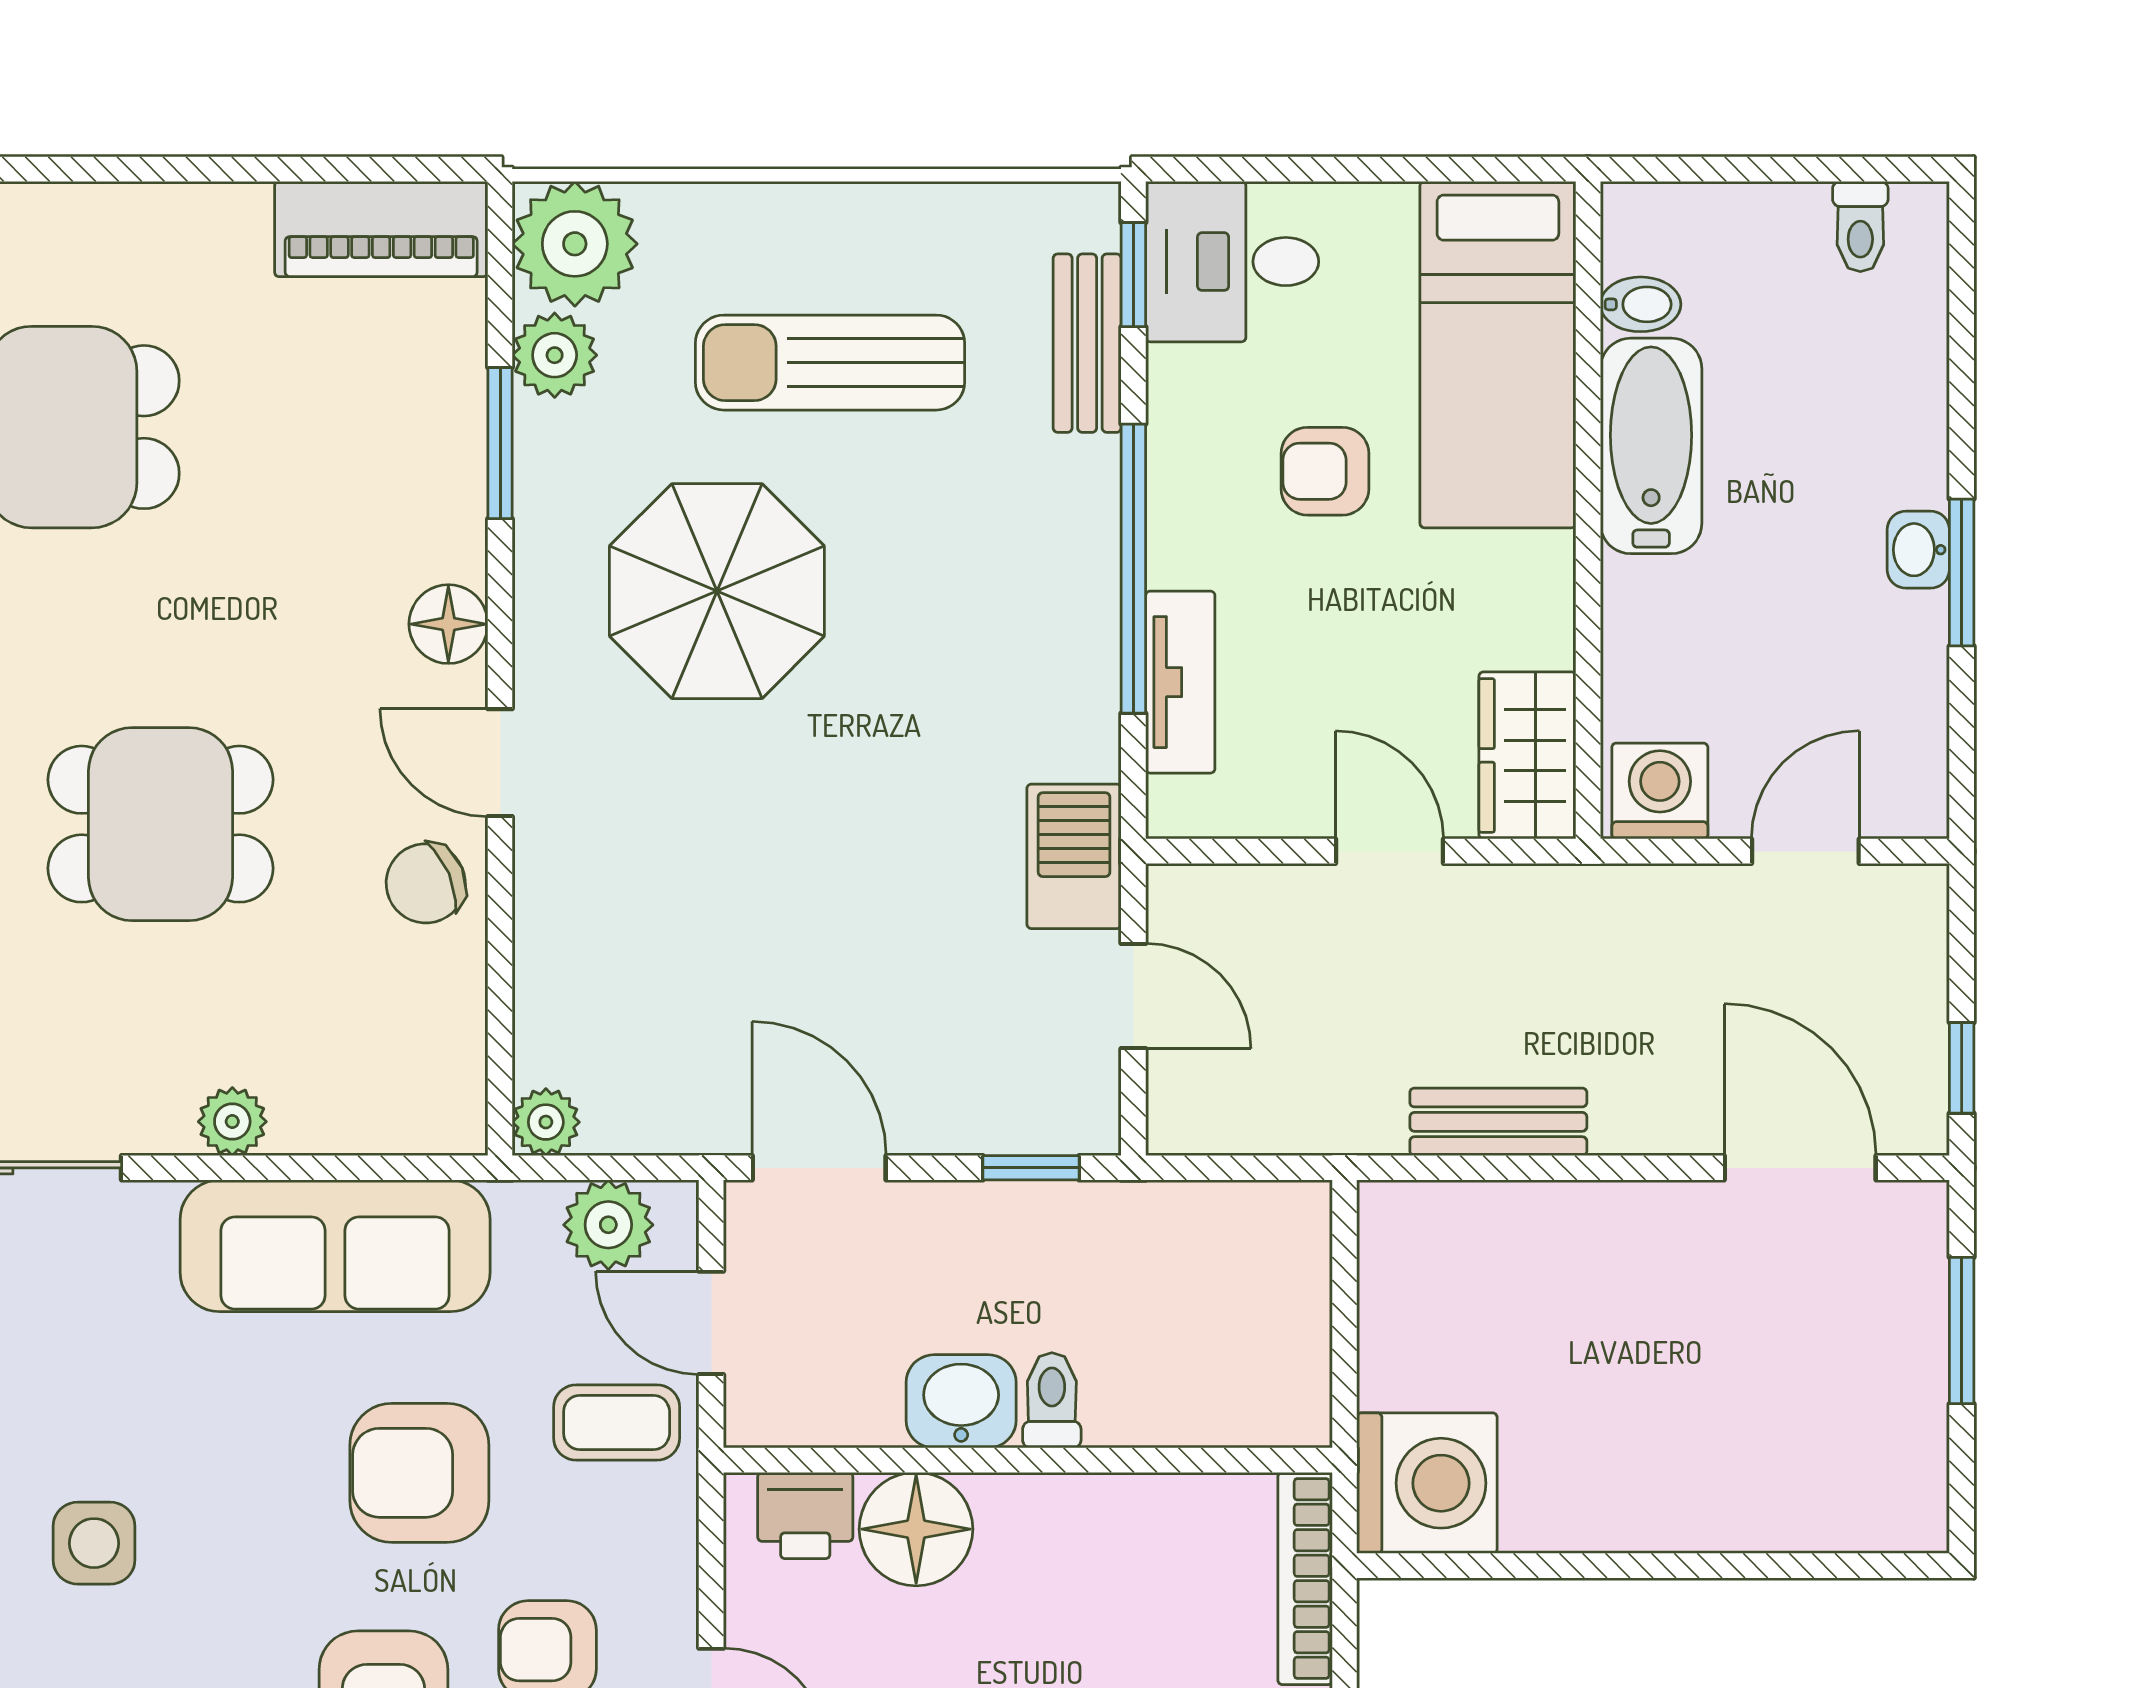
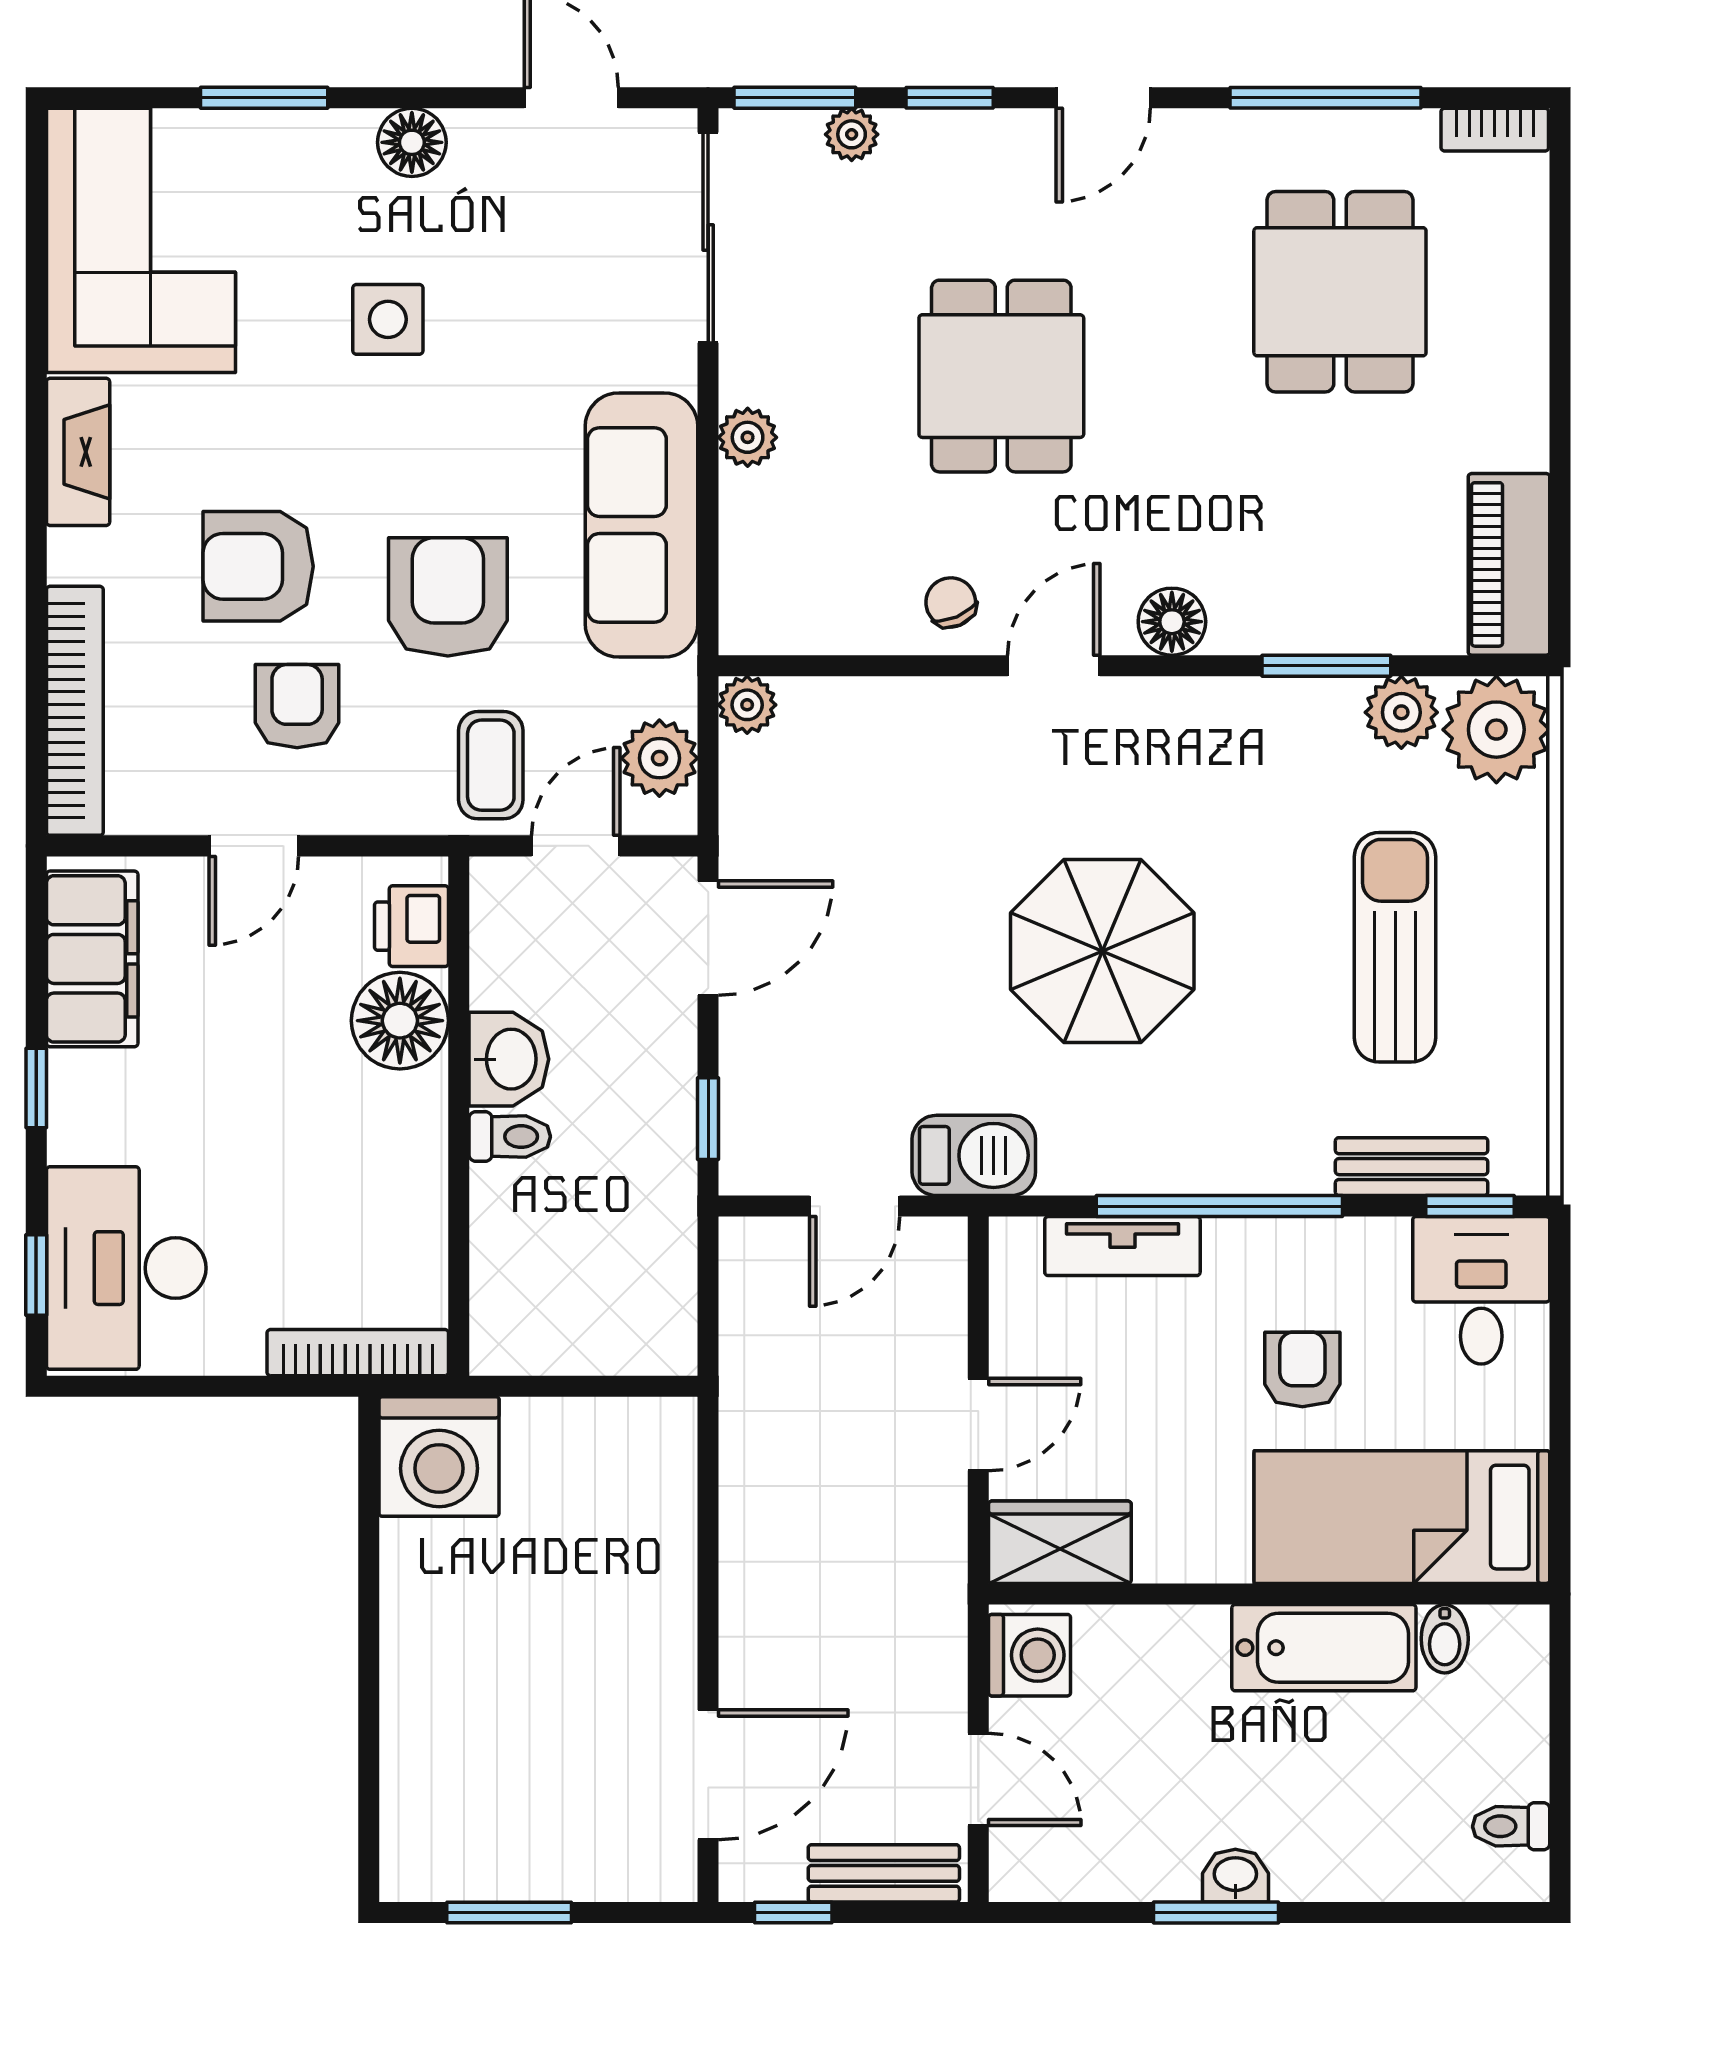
parasol: (717, 591) -> (1102, 951), moved
chair: (426, 883) -> (951, 602), width x0.73, depth x0.73
bench: (1498, 1122) -> (884, 1873), moved, turned 90
window: (1962, 1331) -> (509, 1913), moved

